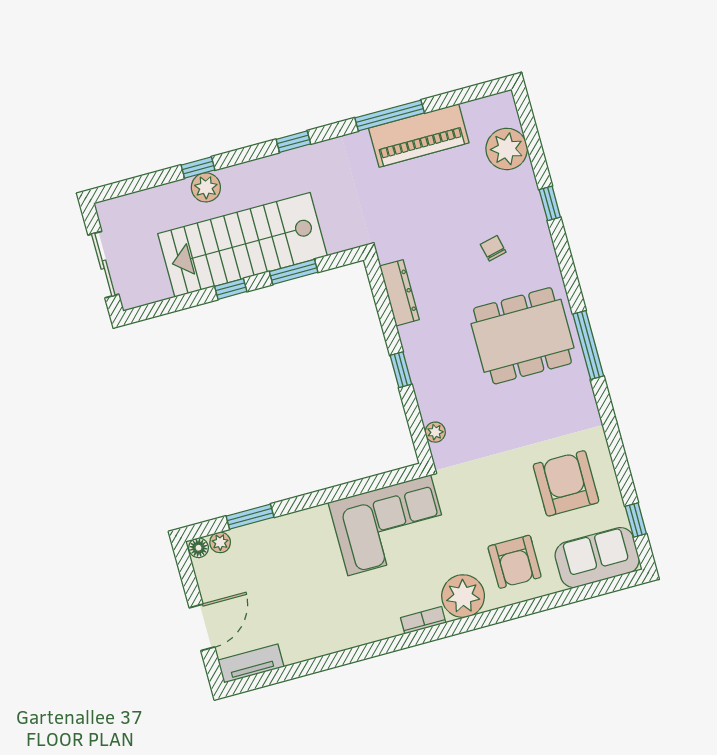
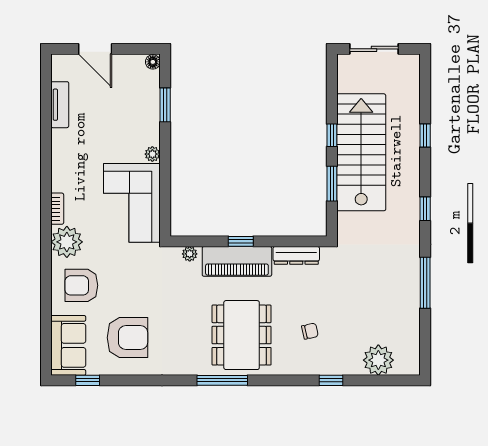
piano: (419, 135) -> (237, 261), moved, turned -90
plant: (206, 187) -> (409, 137), removed
plant: (220, 542) -> (152, 154), moved
tv unit: (251, 663) -> (60, 105), moved

